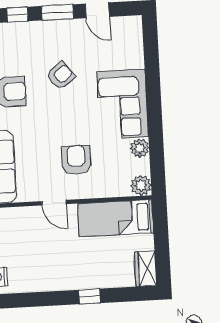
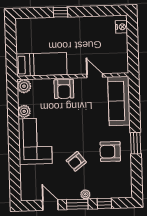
plant: (46, 27) -> (85, 194), added
armchair: (76, 160) -> (64, 89), moved
door: (54, 203) -> (95, 76), moved
wardrobe: (146, 269) -> (22, 30), removed

